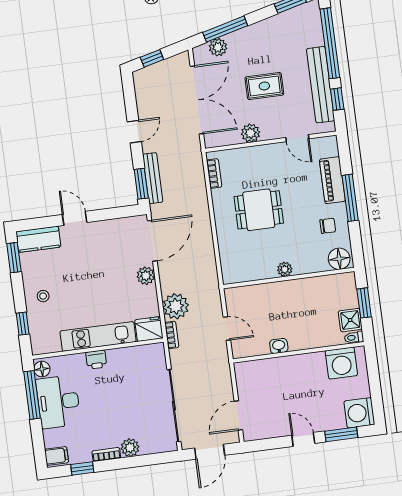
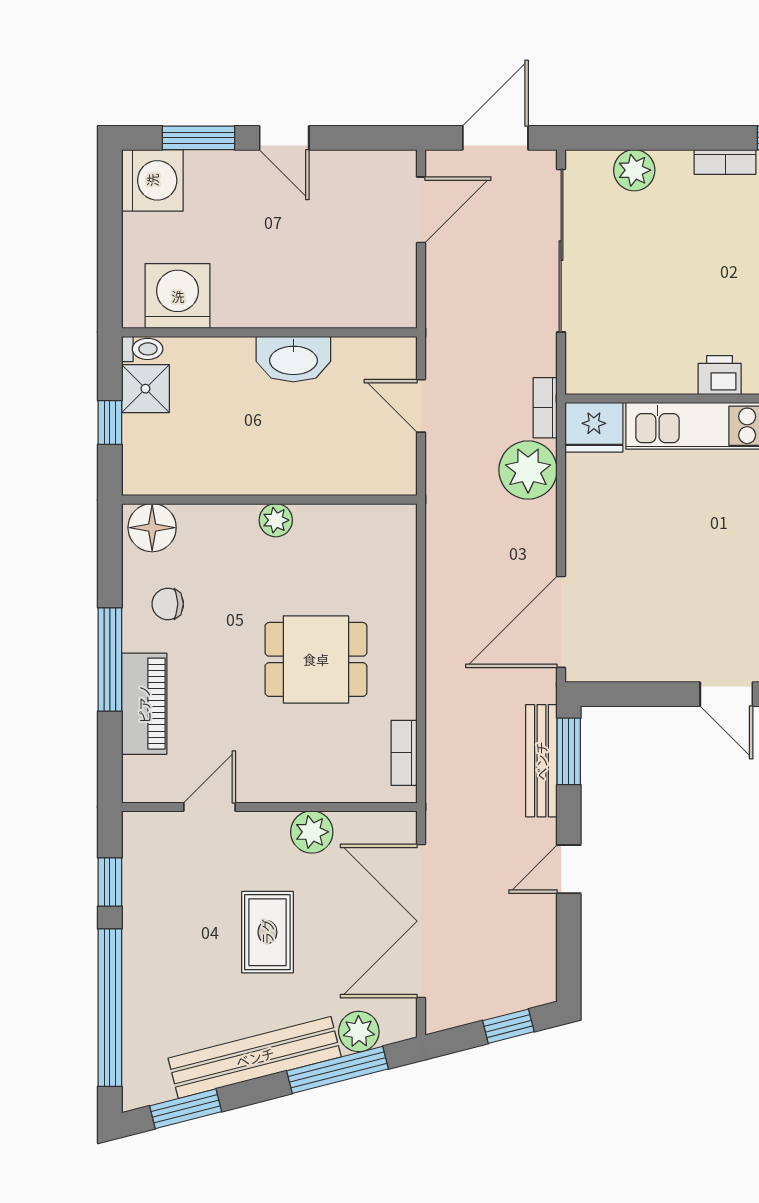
bench: (321, 85) -> (255, 1057), moved, turned 76
rug: (264, 86) -> (267, 932), turned 90
door: (297, 138) -> (210, 807), hinge flipped
plant: (146, 276) -> (585, 546), removed
window: (364, 303) -> (110, 422), width x0.67
washbasin: (279, 346) -> (293, 359), width x1.91, depth x1.45
plant: (130, 448) -> (634, 170), moved

